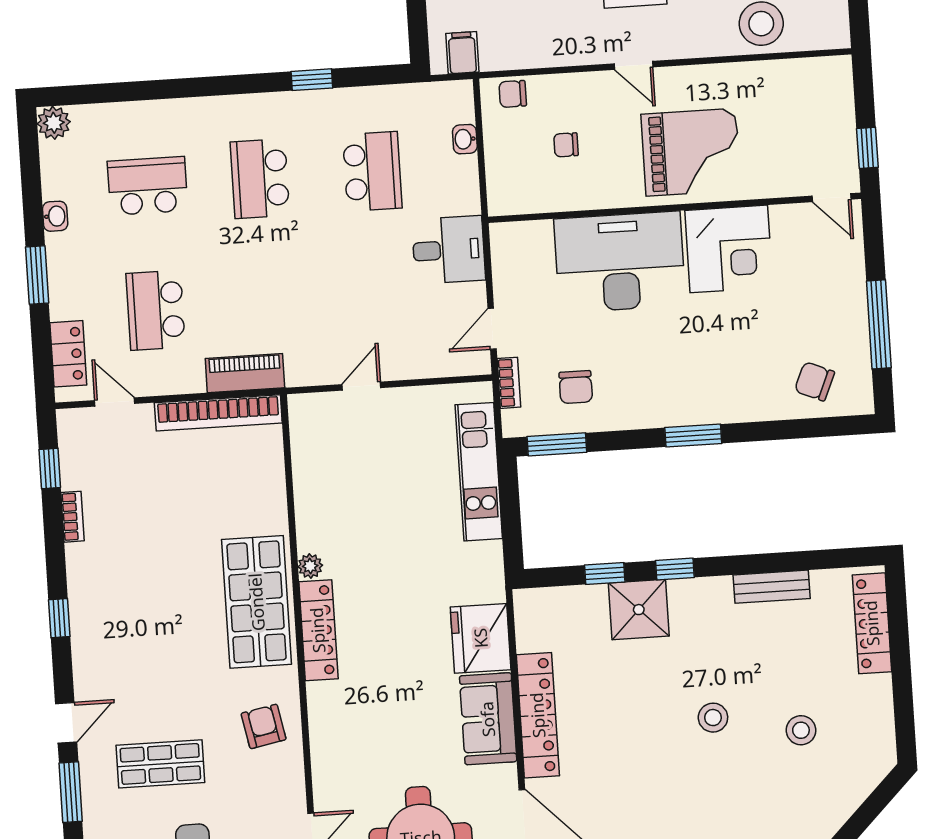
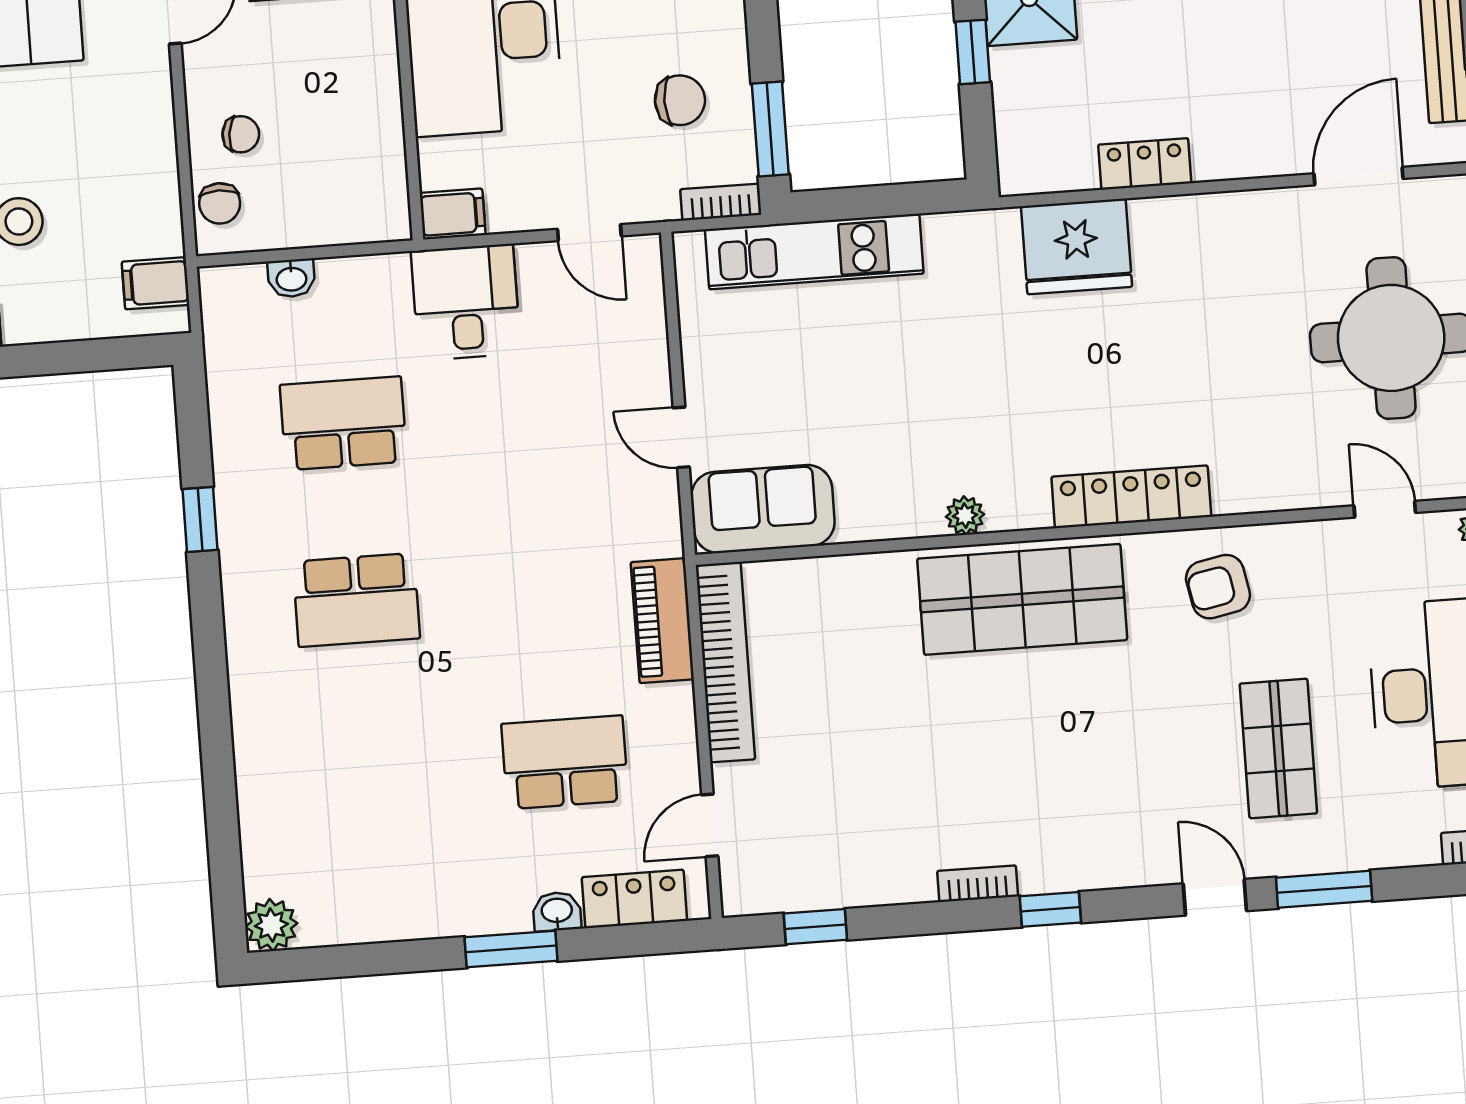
chair: (566, 145) -> (241, 134), moved, turned -83
school desk: (148, 186) -> (369, 777), removed
washbasin: (55, 216) -> (557, 911), moved
filing cabinet: (505, 242) -> (453, 214), added
school desk: (156, 310) -> (565, 762), turned 180
bookcase: (509, 383) -> (721, 202), moved
bookcase: (72, 517) -> (978, 884), moved
locker: (318, 630) -> (1131, 497), moved
locker: (538, 715) -> (1145, 164), width x0.46, depth x0.83
sofa: (488, 719) -> (763, 509), moved, turned 180

